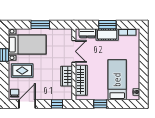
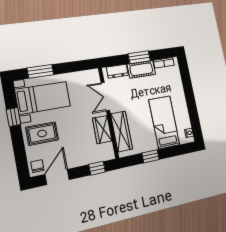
window: (40, 25) -> (40, 71), moved
double door: (74, 51) -> (105, 97), swing flipped

